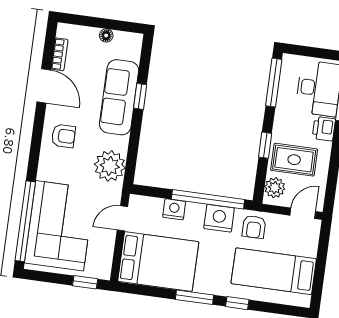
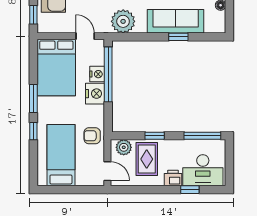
window: (208, 199) -> (108, 74), moved
nightstand: (219, 218) -> (95, 94), moved

